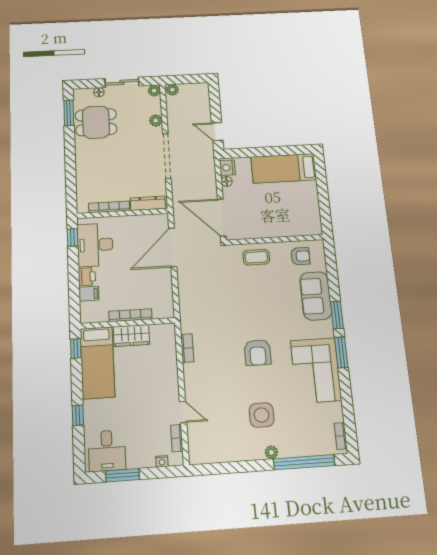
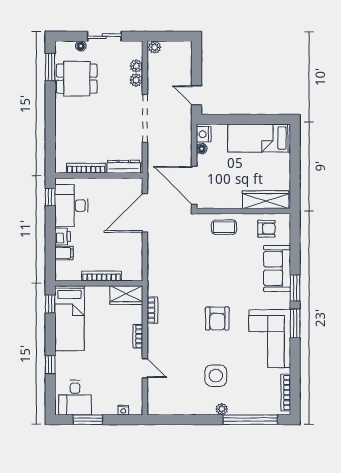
plant: (154, 91) -> (136, 66), moved
wardrobe: (296, 227) -> (266, 200), added
wardrobe: (131, 335) -> (126, 295), moved
bookcase: (341, 436) -> (286, 393), width x1.56
bookcase: (177, 438) -> (138, 336), moved

